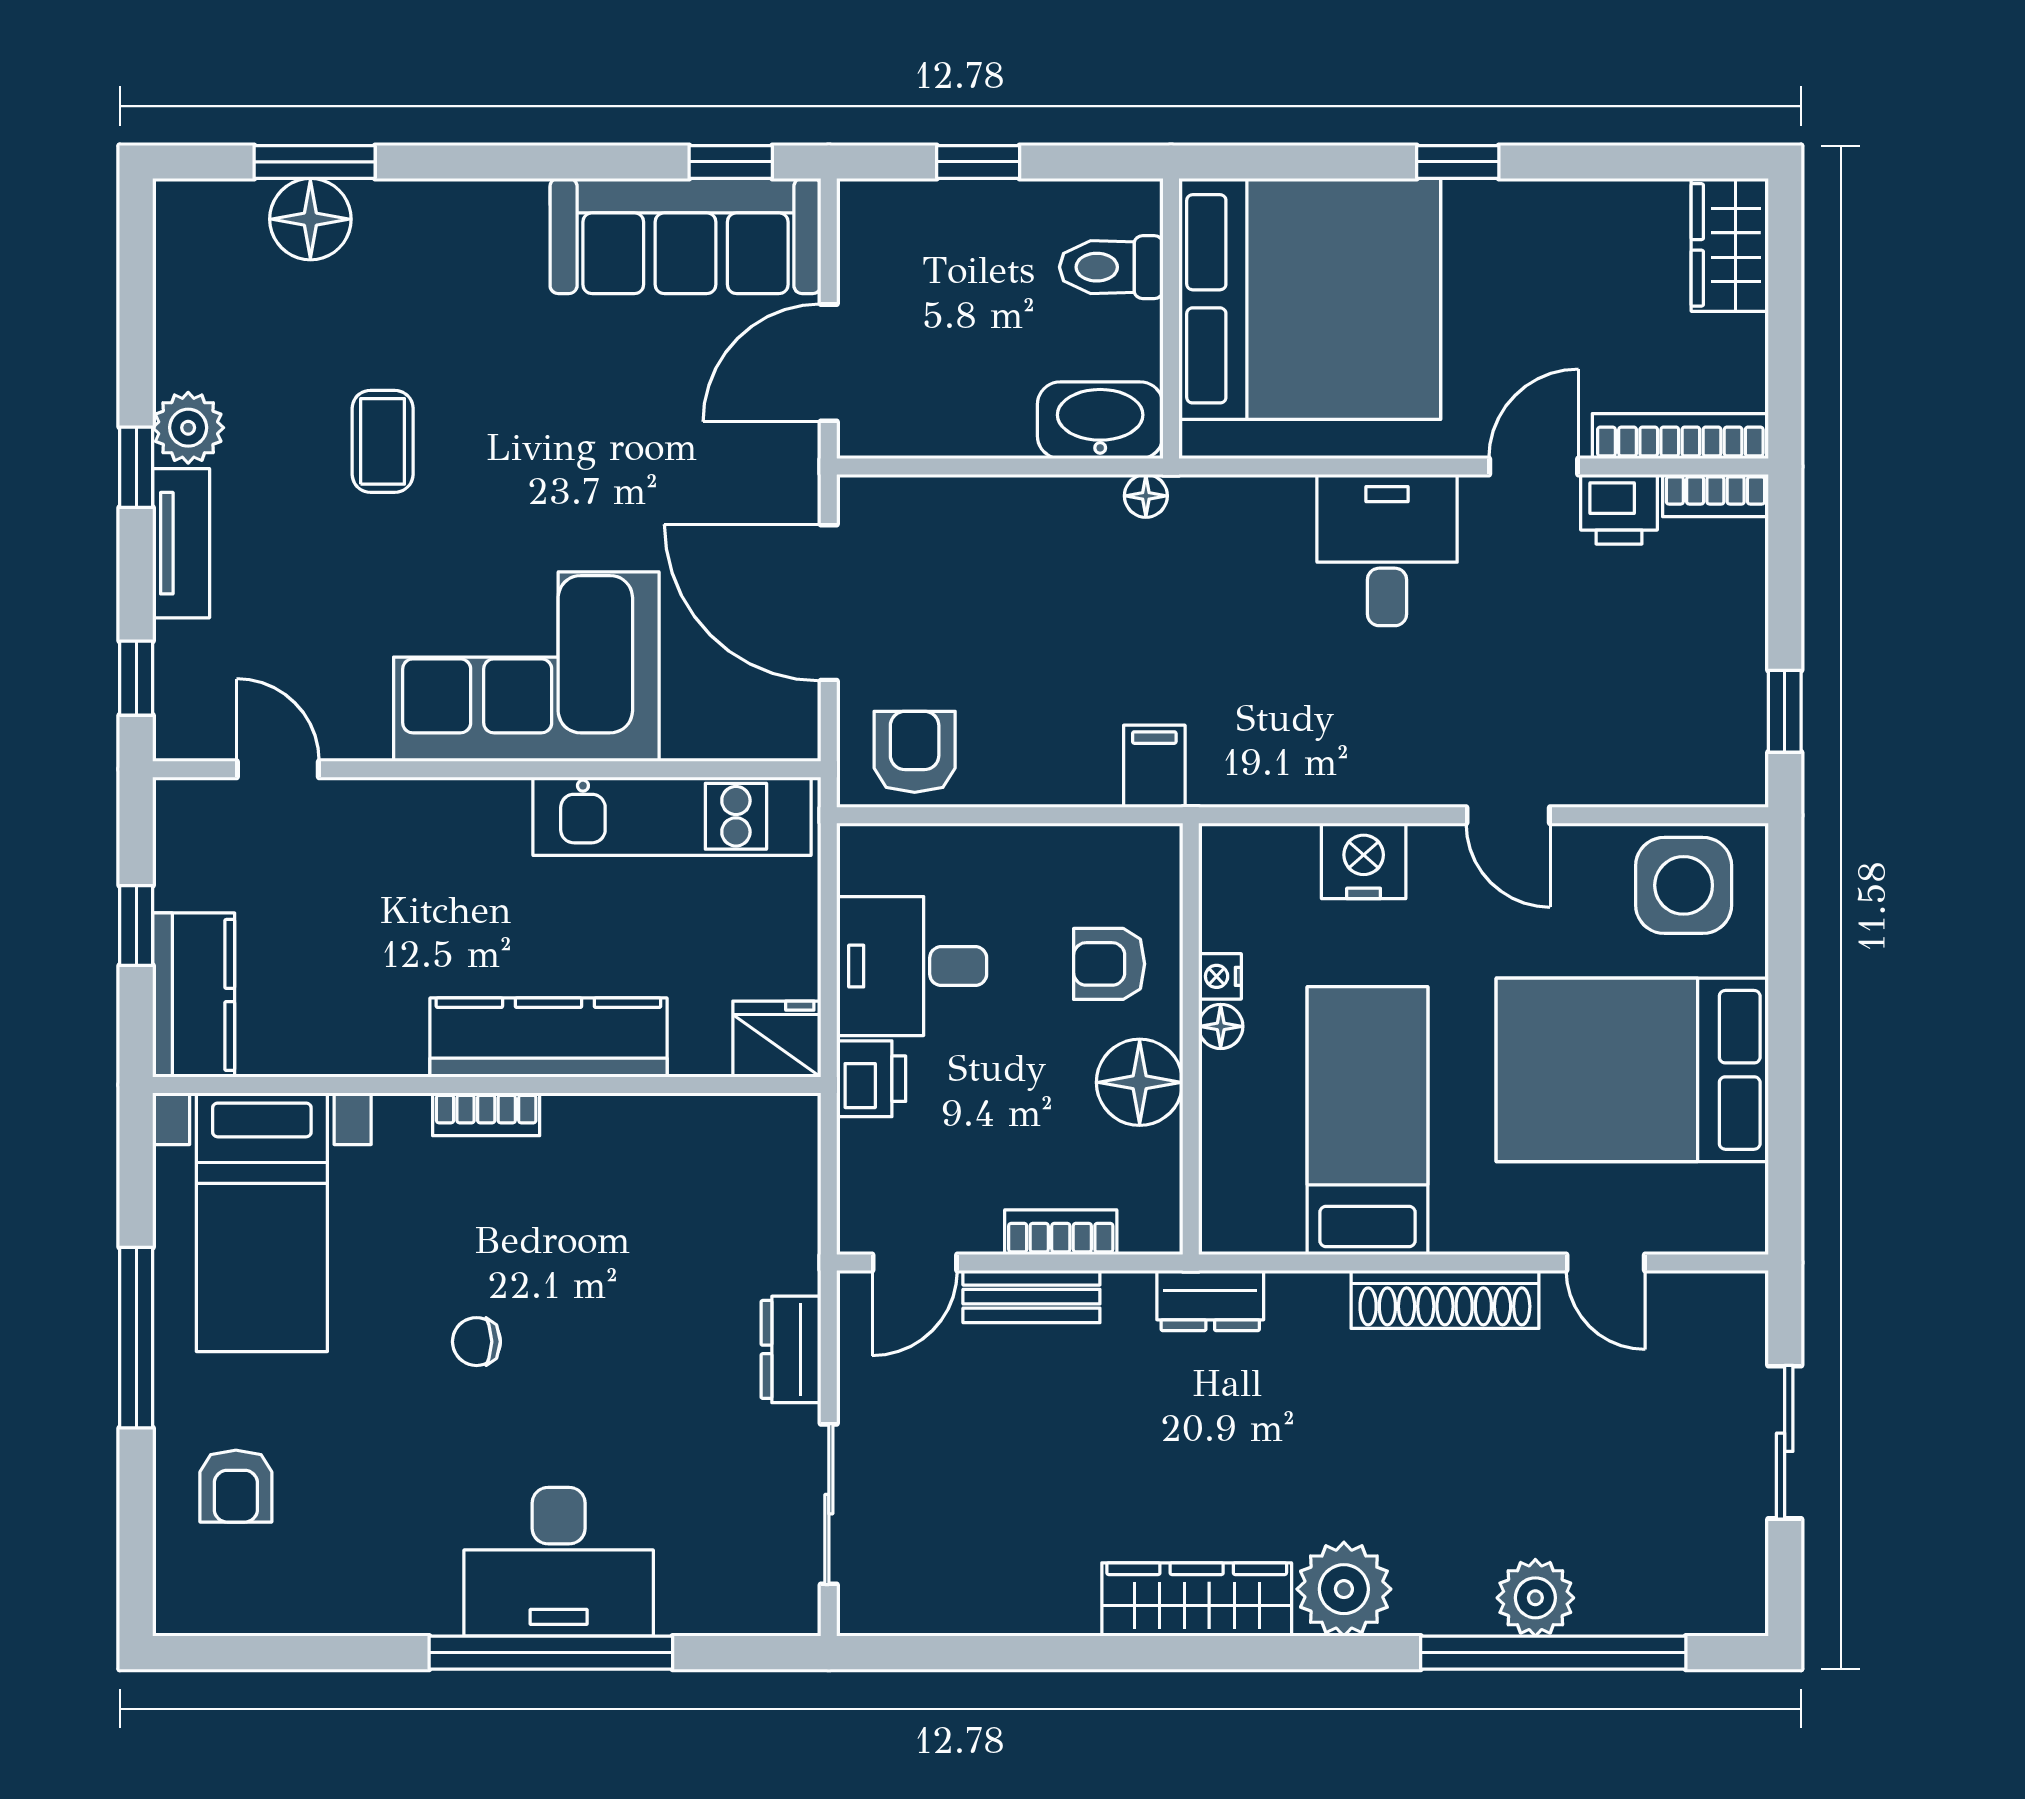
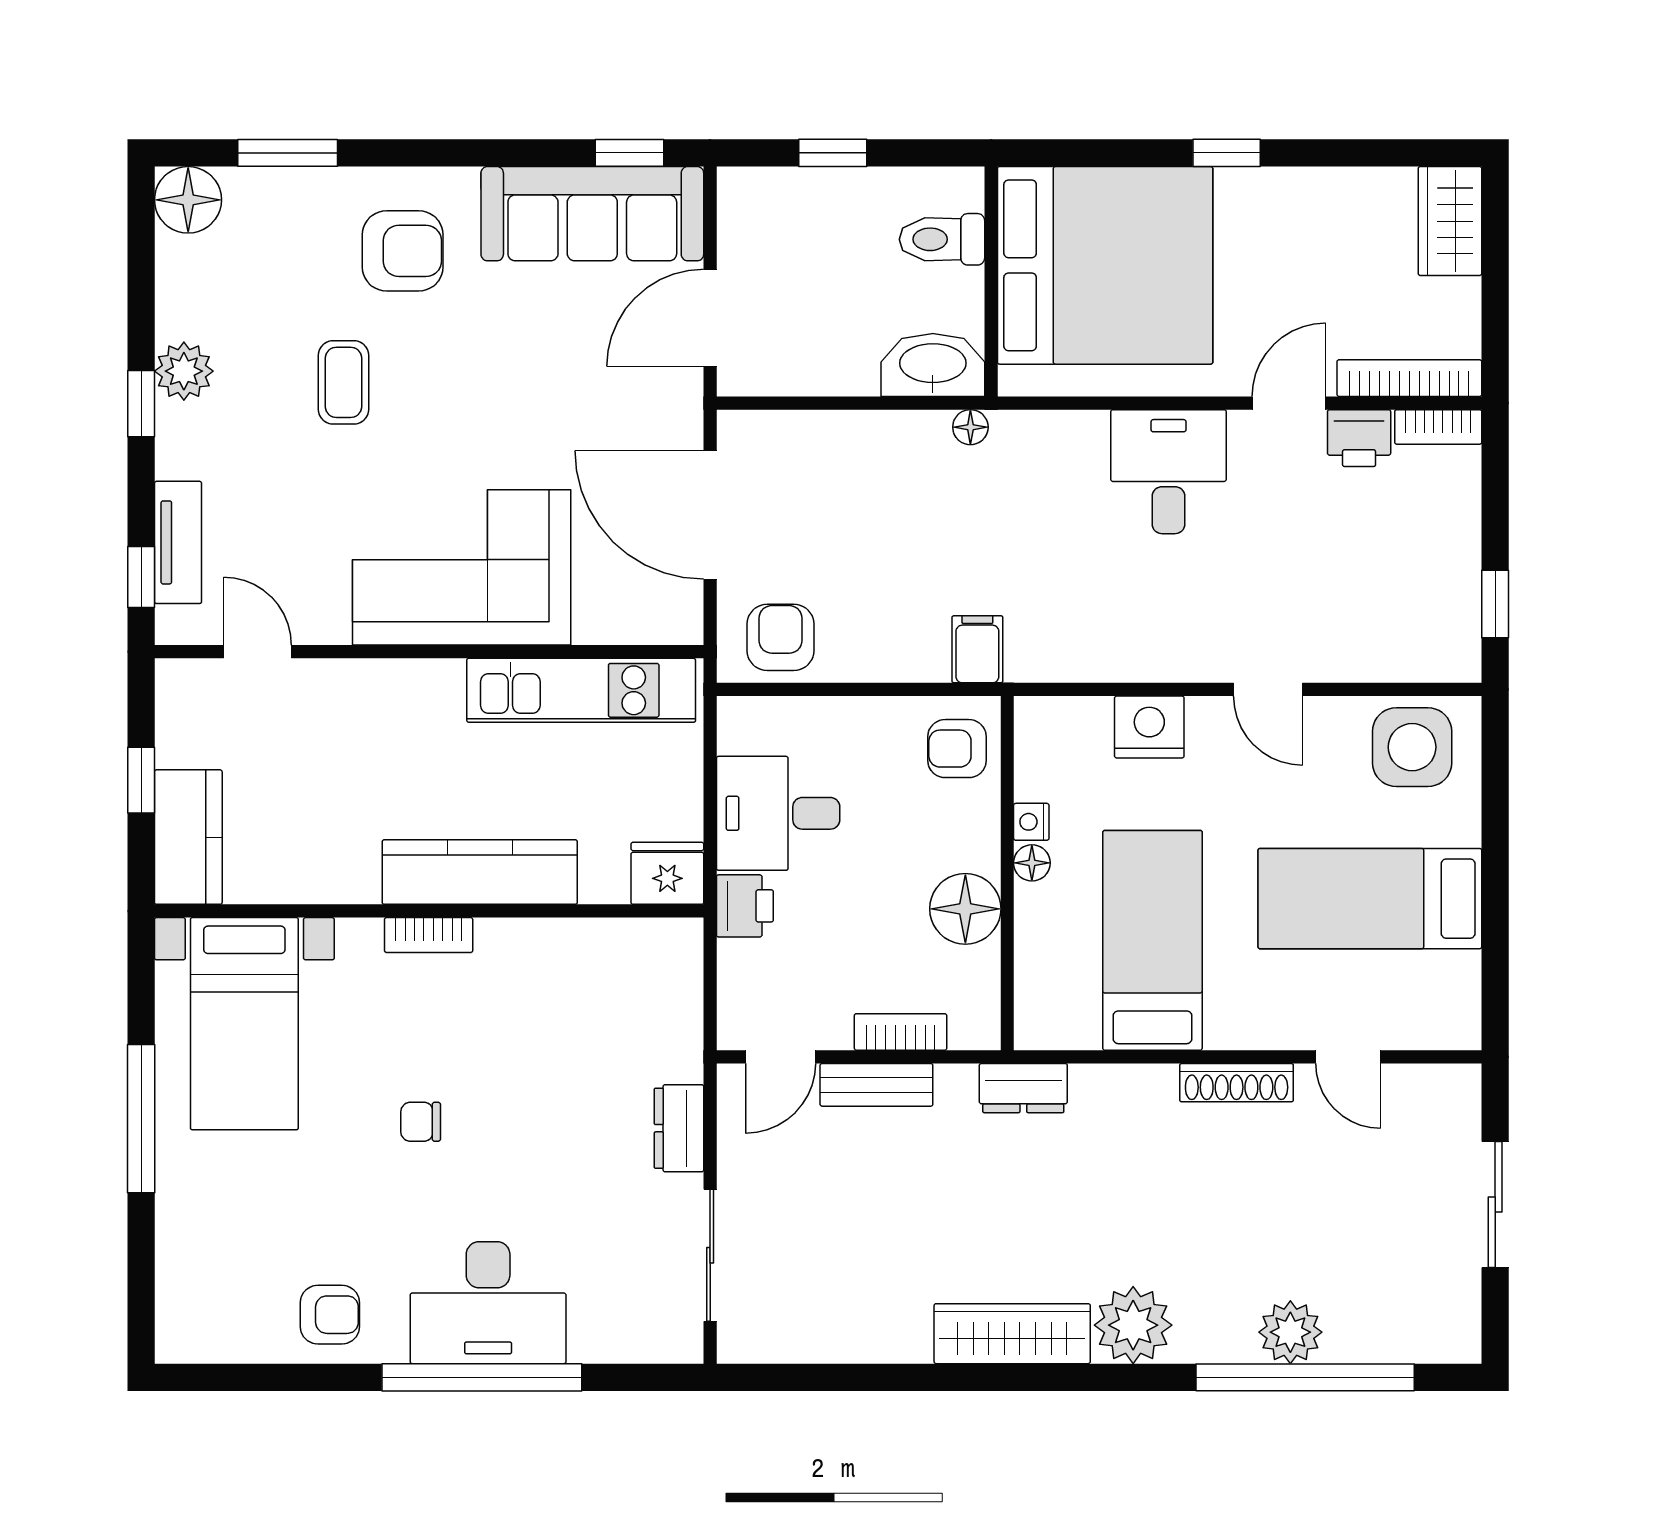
floor lamp: (310, 219) -> (188, 200), moved
armchair: (455, 281) -> (403, 251), added
tv unit: (181, 543) -> (178, 542), moved
armchair: (1109, 964) -> (957, 749), moved
bed: (1632, 1070) -> (1370, 899), width x0.67
shoe rack: (1445, 1299) -> (1237, 1083), width x0.74, depth x0.81
armchair: (236, 1486) -> (330, 1315), moved, turned -90

